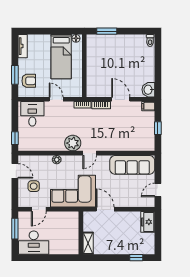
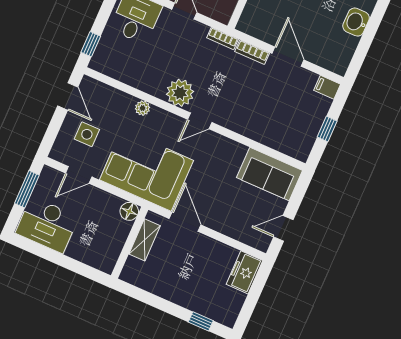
washbasin: (148, 90) -> (356, 22), moved
sofa: (132, 165) -> (269, 174), width x0.73
floor lamp: (74, 217) -> (129, 211), added
shelving: (88, 243) -> (145, 240), moved

